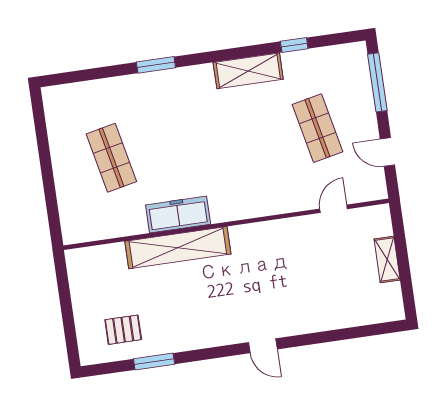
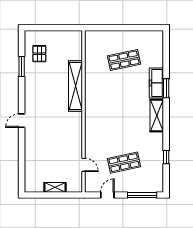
shelving: (248, 71) -> (157, 116), moved
freezer: (178, 215) -> (156, 83), moved, turned 180

